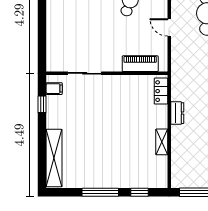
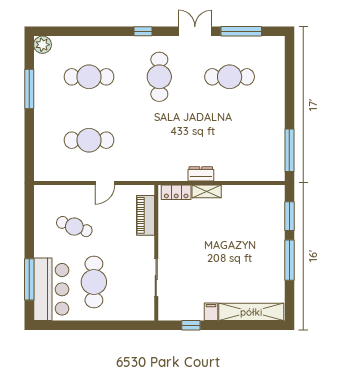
cafe table: (81, 18) -> (94, 282), added
filing cabinet: (54, 89) -> (211, 312), moved
shelving: (162, 142) -> (207, 191), moved
window: (140, 192) -> (289, 216), width x1.50

